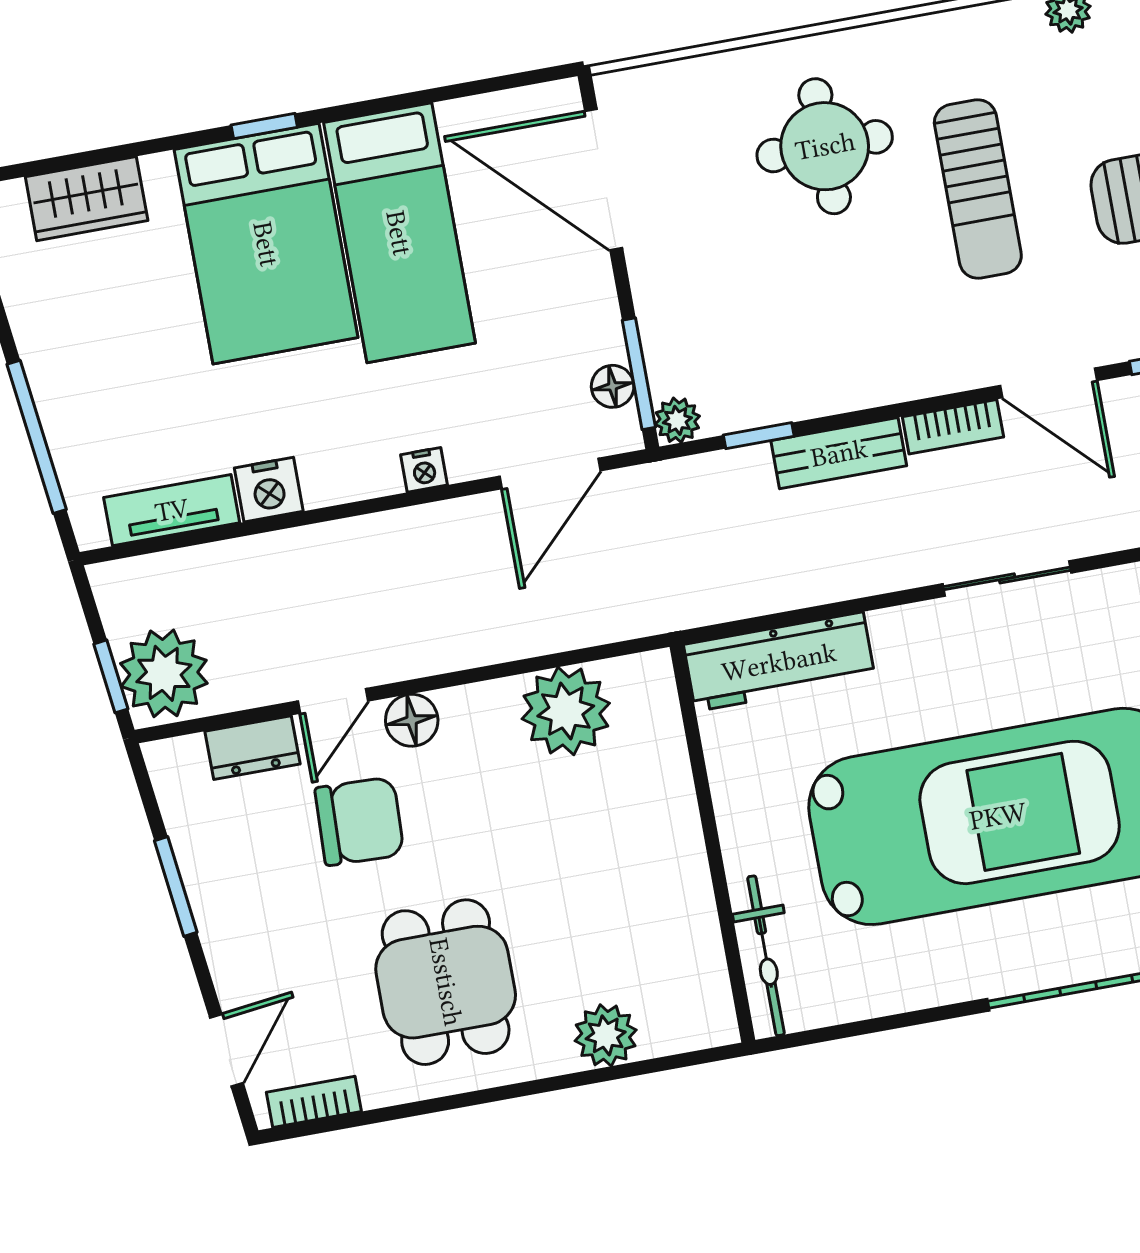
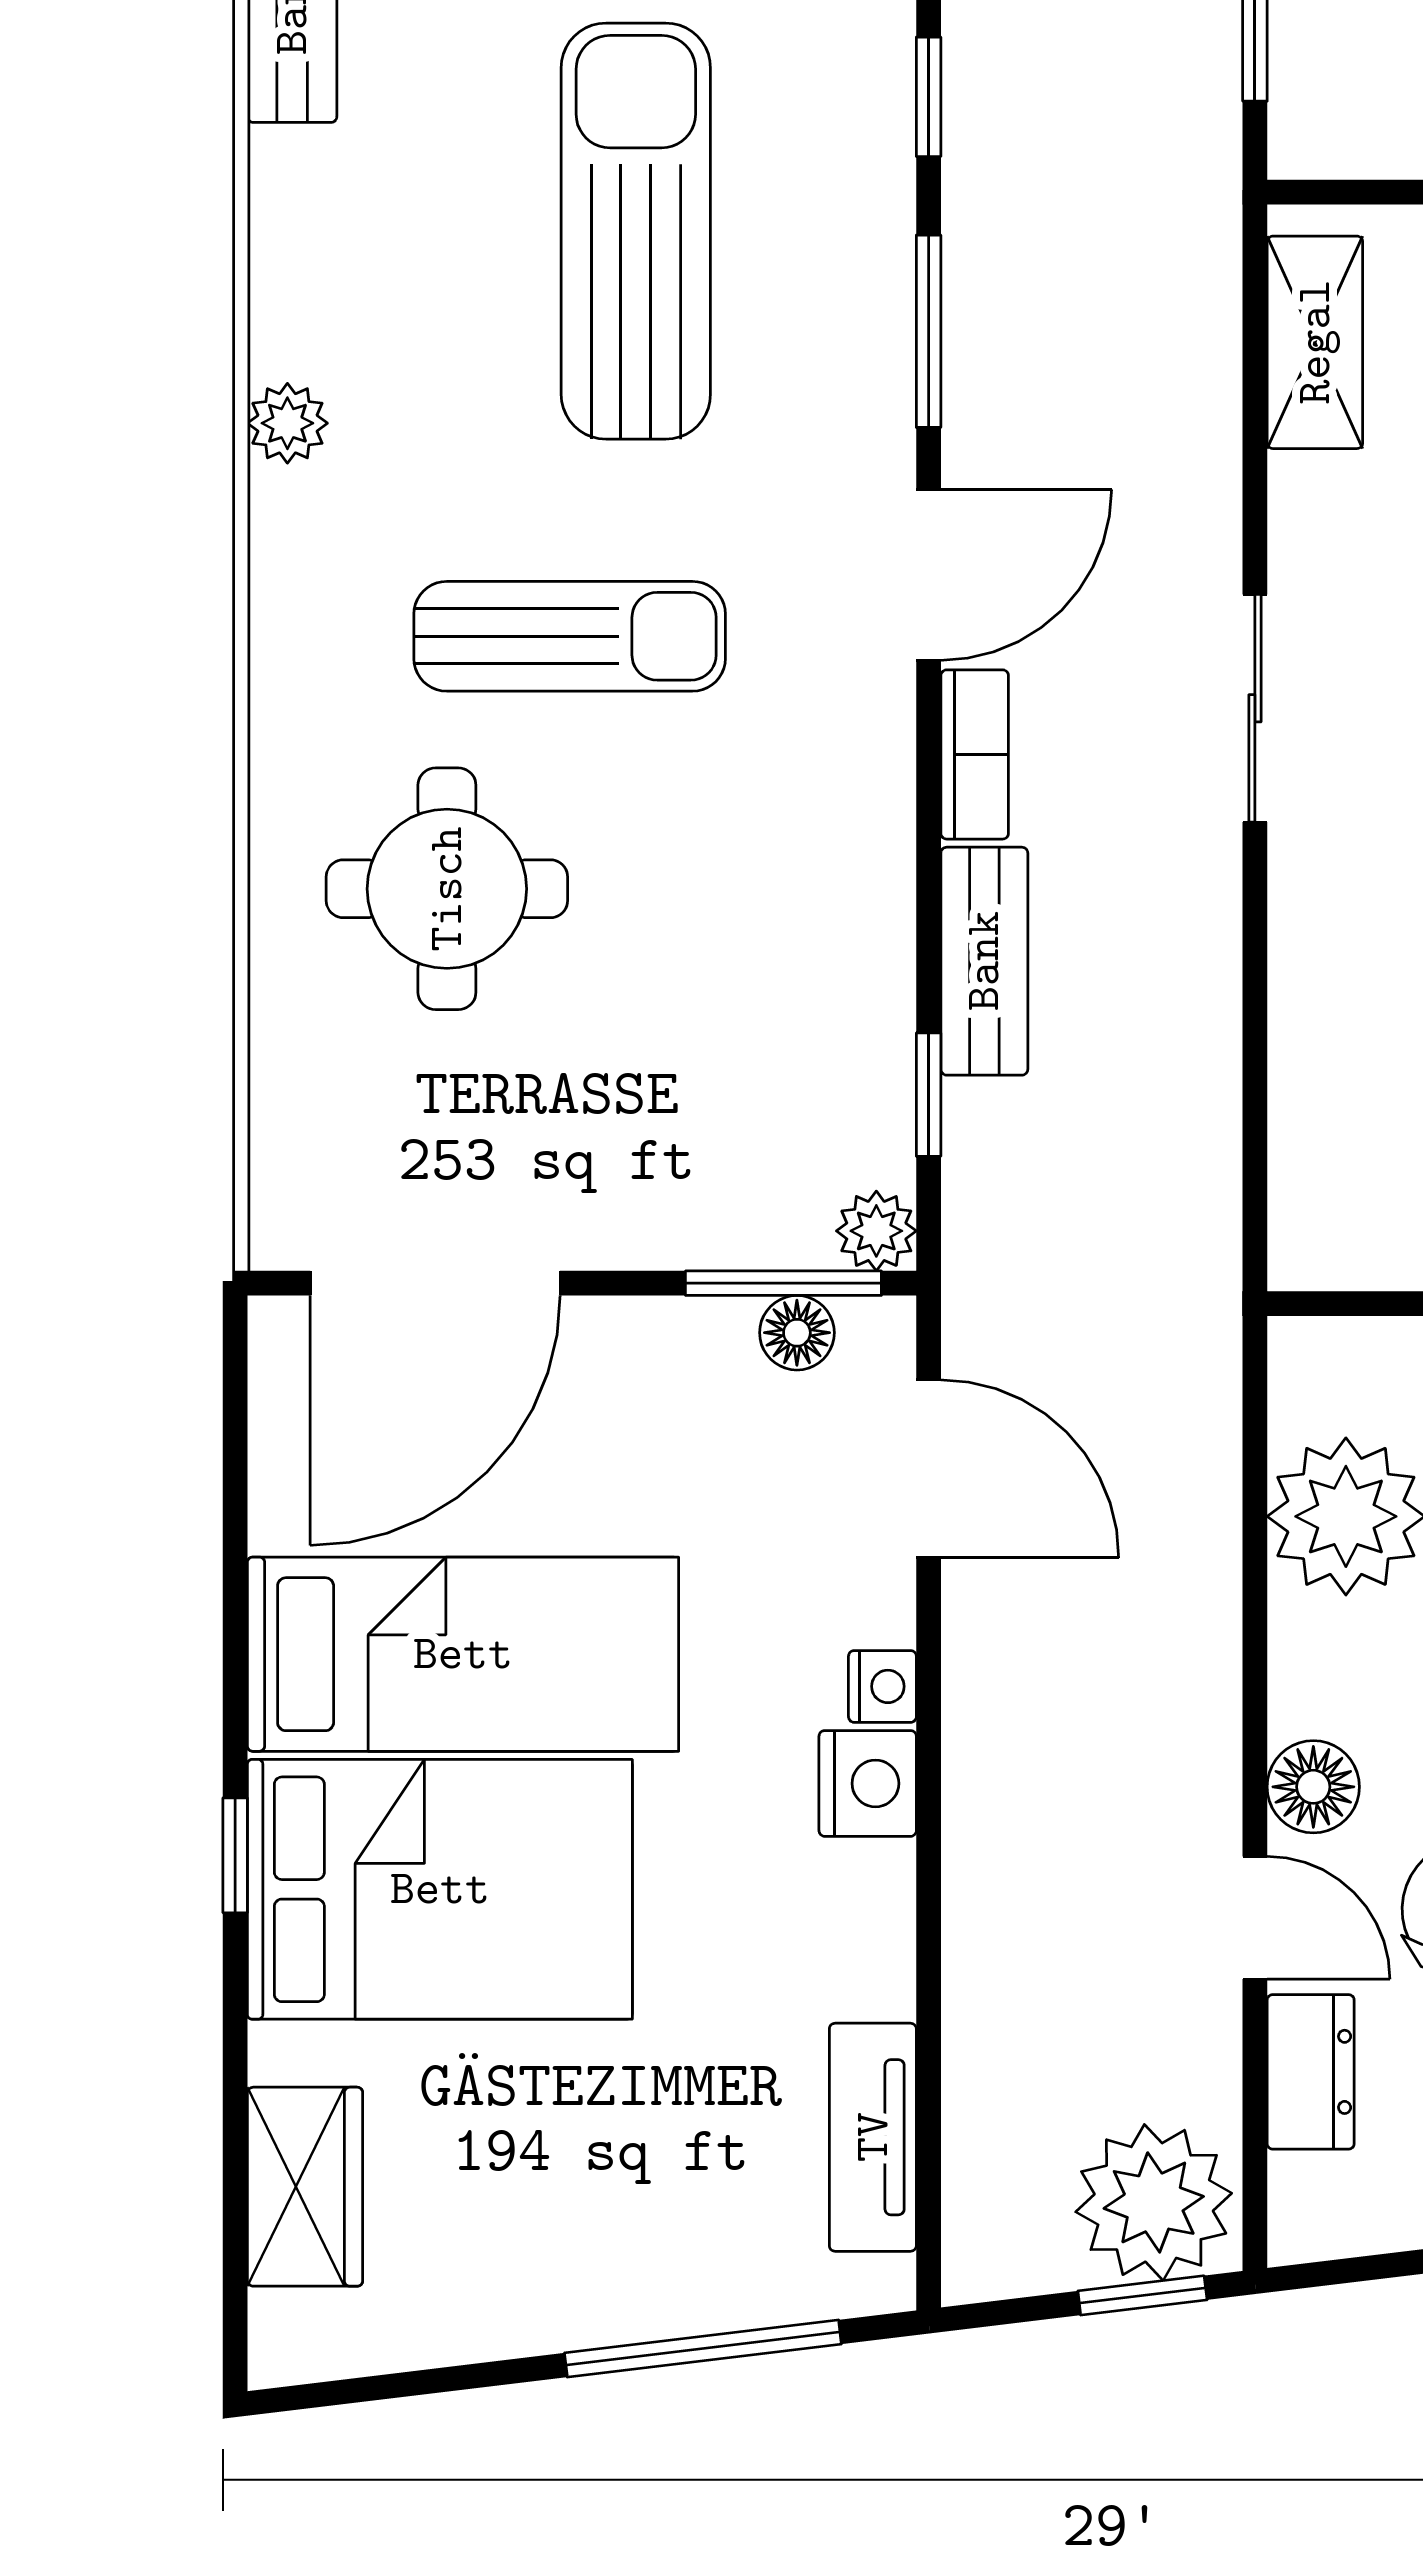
nightstand: (269, 490) -> (868, 1783), moved
workbench: (779, 662) -> (1328, 1130), removed

